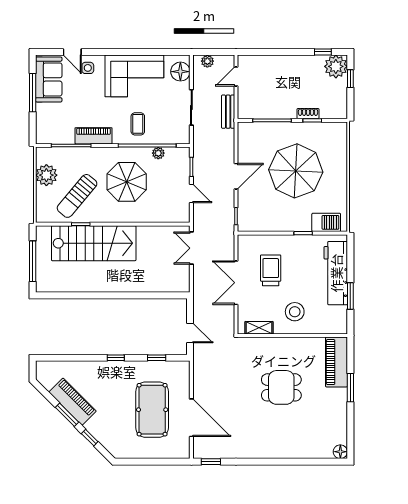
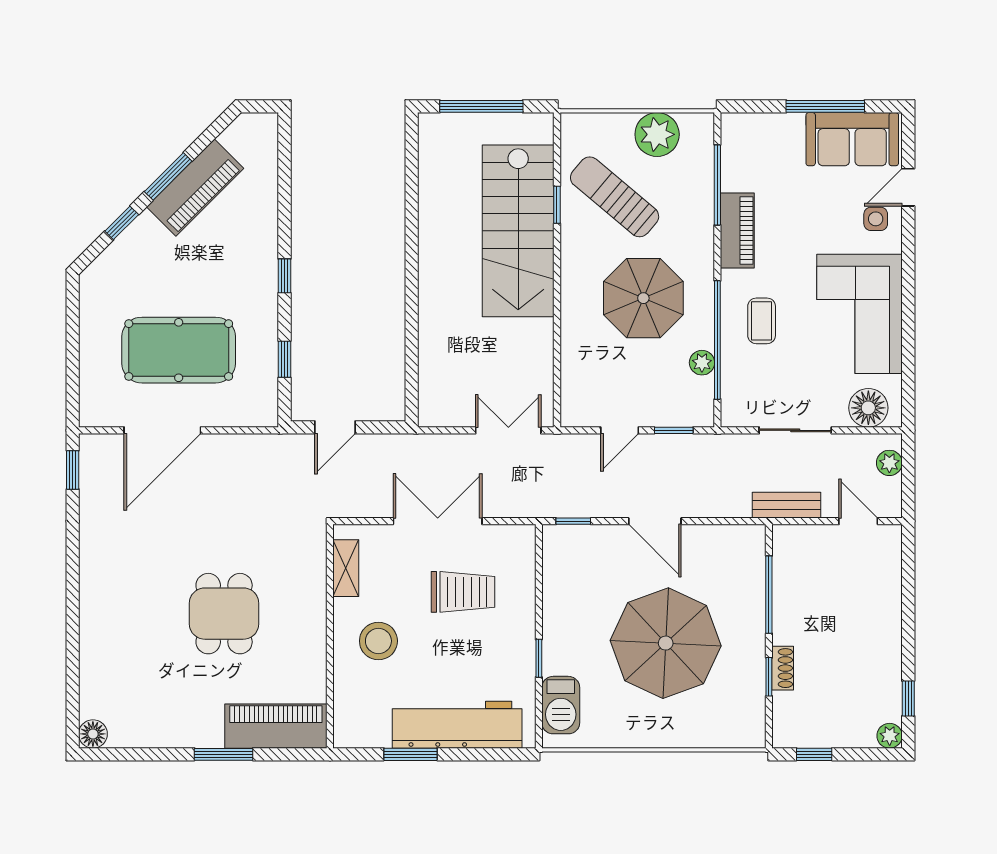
plant: (336, 66) -> (890, 736), width x0.53, depth x0.53
window: (350, 79) -> (814, 754), moved
coffee table: (138, 124) -> (762, 321), turned 90

